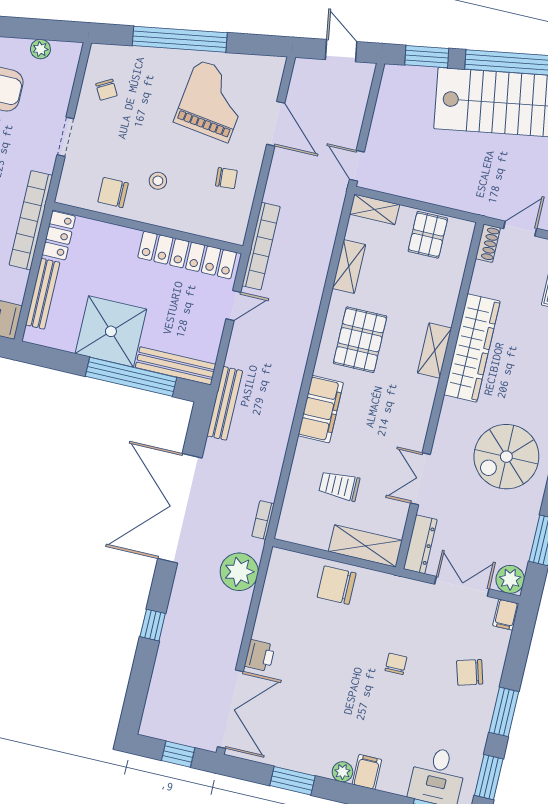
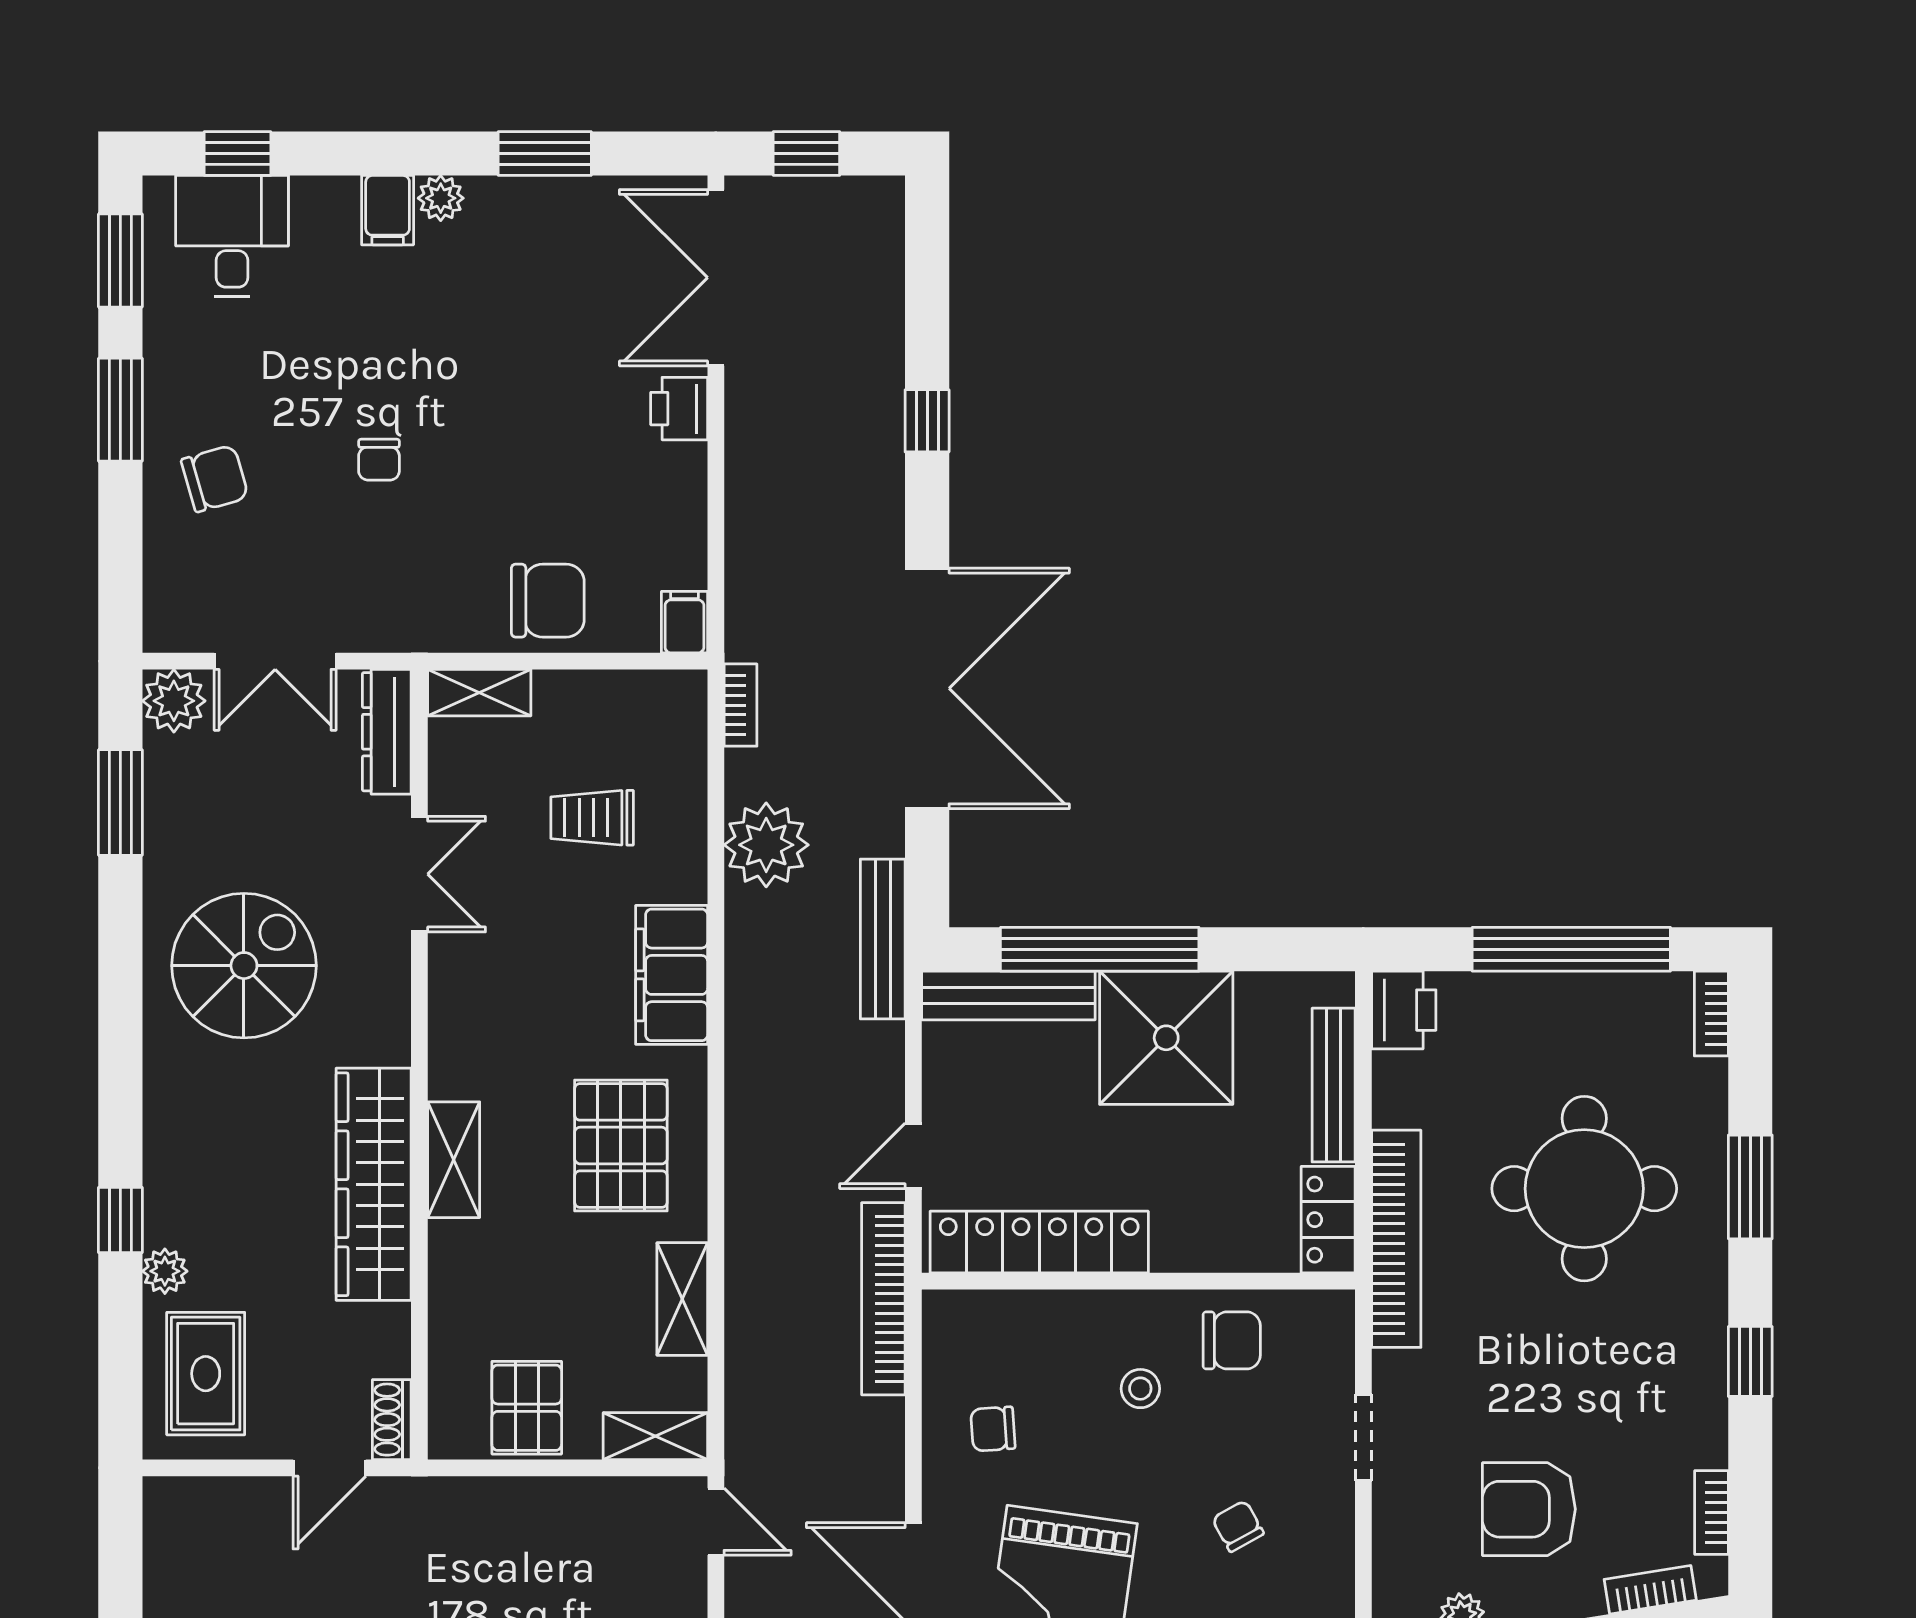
chair: (106, 90) -> (1238, 1526), moved
trolley: (339, 486) -> (592, 818), turned 180
shelving: (365, 546) -> (479, 693), width x0.67, depth x0.75
plant: (239, 572) -> (766, 845), moved
filing cabinet: (506, 615) -> (684, 622), moved

